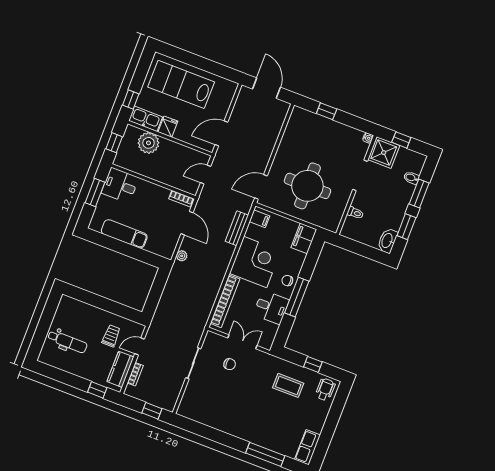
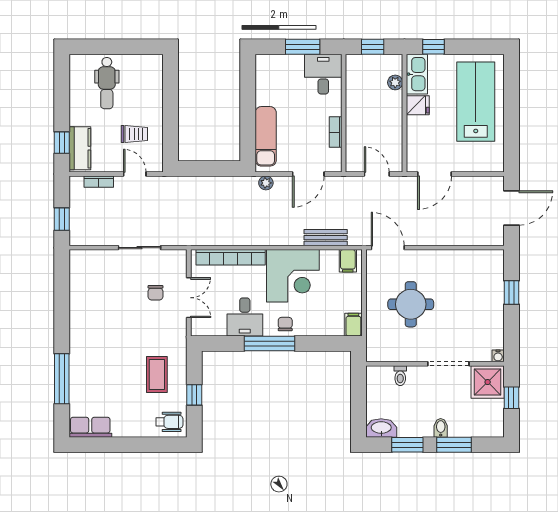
door: (221, 133) -> (435, 174), swing flipped
plant: (148, 143) -> (395, 82), width x0.53, depth x0.53
bidet: (411, 178) -> (441, 428), moved
round table: (307, 186) -> (411, 304), width x0.73, depth x0.73
bookcase: (181, 199) -> (336, 132), moved
exam couch: (124, 234) -> (266, 136), moved
filing cabinet: (304, 238) -> (353, 325), width x0.50
kitchen counter: (120, 369) -> (80, 148), moved, turned 90

